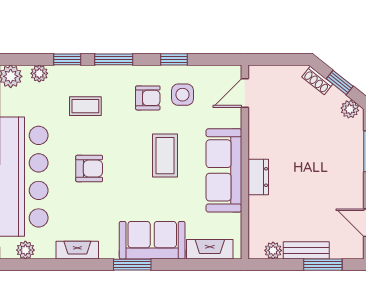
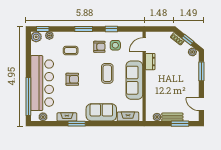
window: (67, 59) -> (43, 29), moved
dresser: (258, 177) -> (150, 62), moved
window: (132, 265) -> (77, 124), moved

